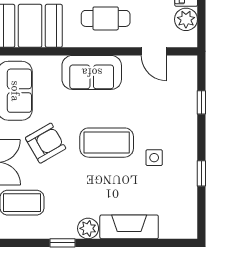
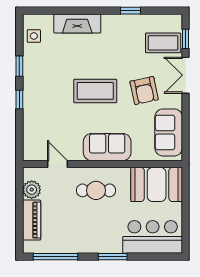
window: (201, 102) -> (19, 100), moved
armchair: (46, 143) -> (144, 91), turned -72
side table: (154, 158) -> (34, 36), moved
plant: (88, 228) -> (110, 22), removed

